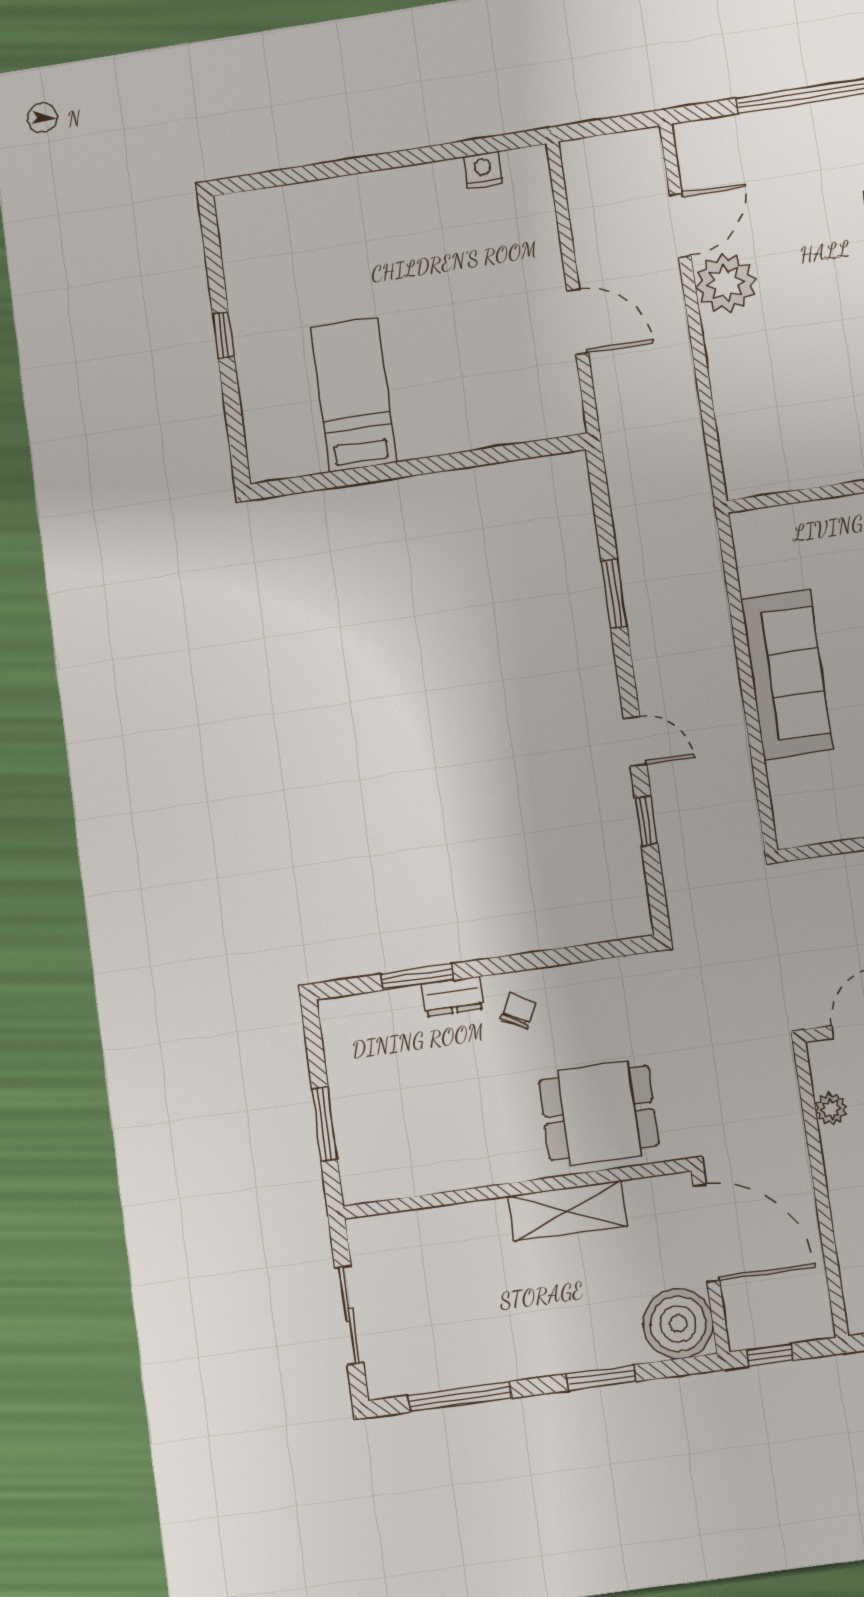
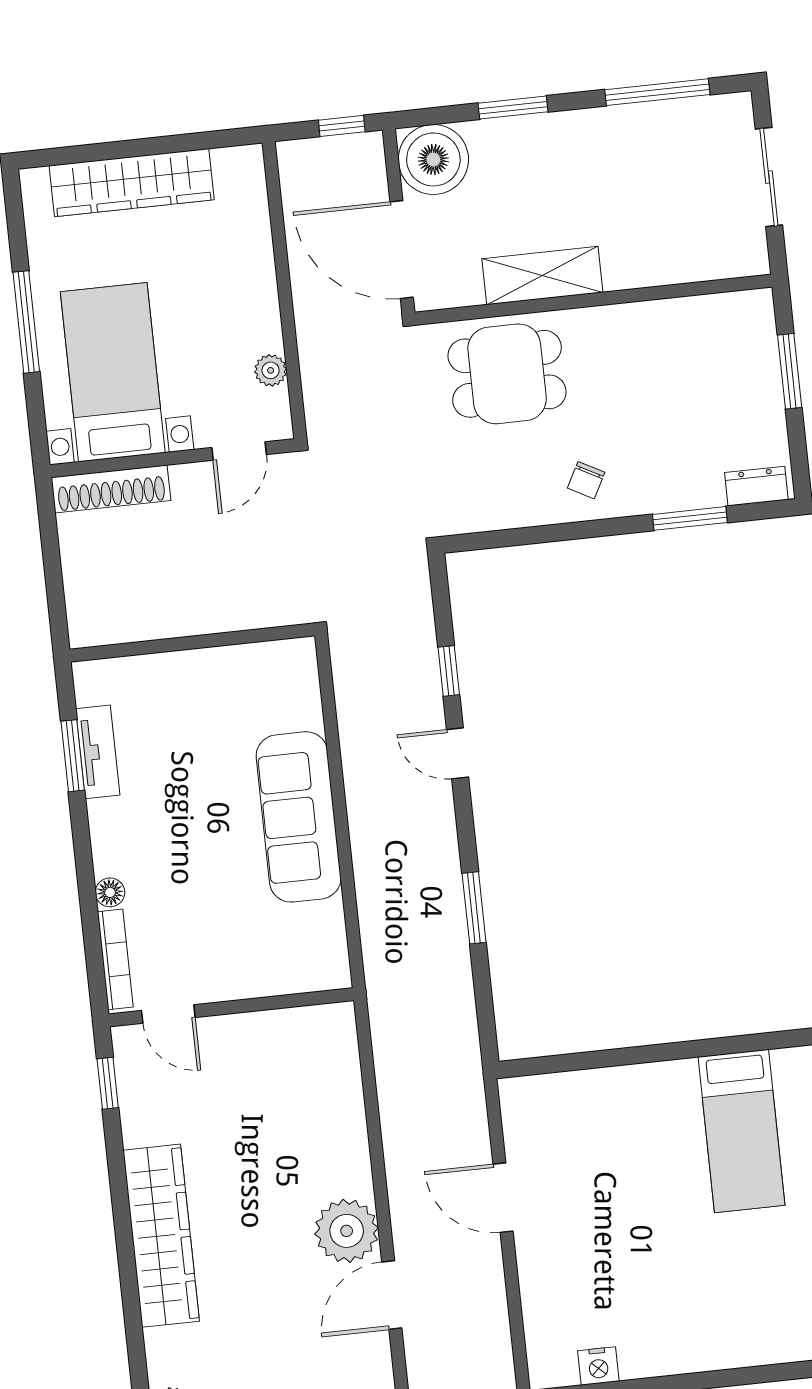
dresser: (453, 997) -> (756, 486), moved

